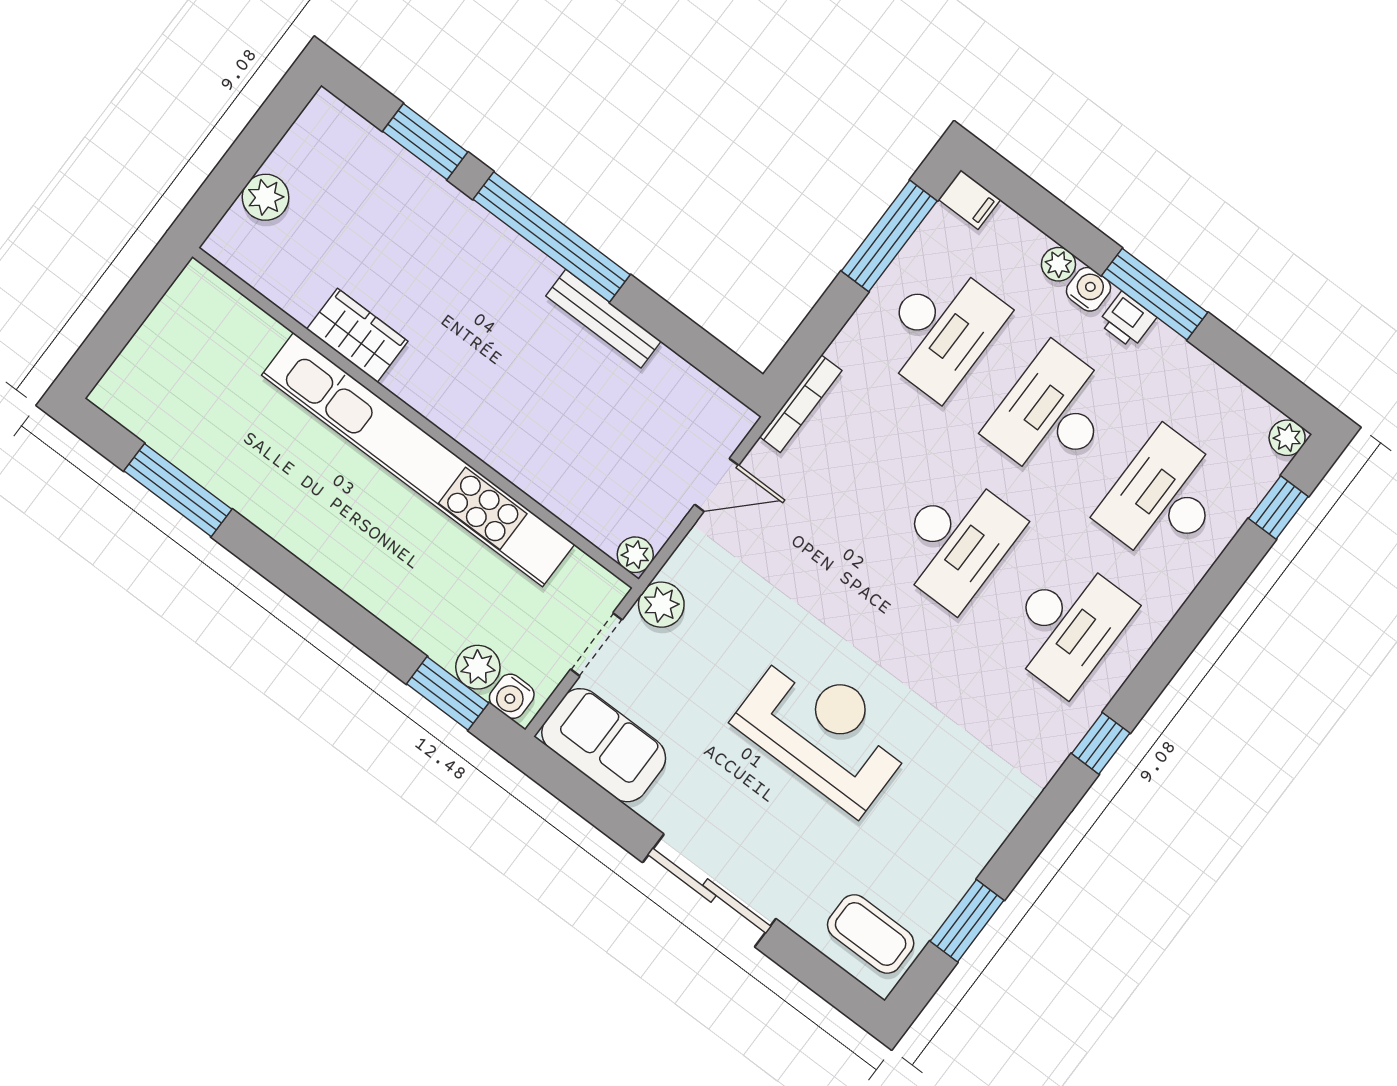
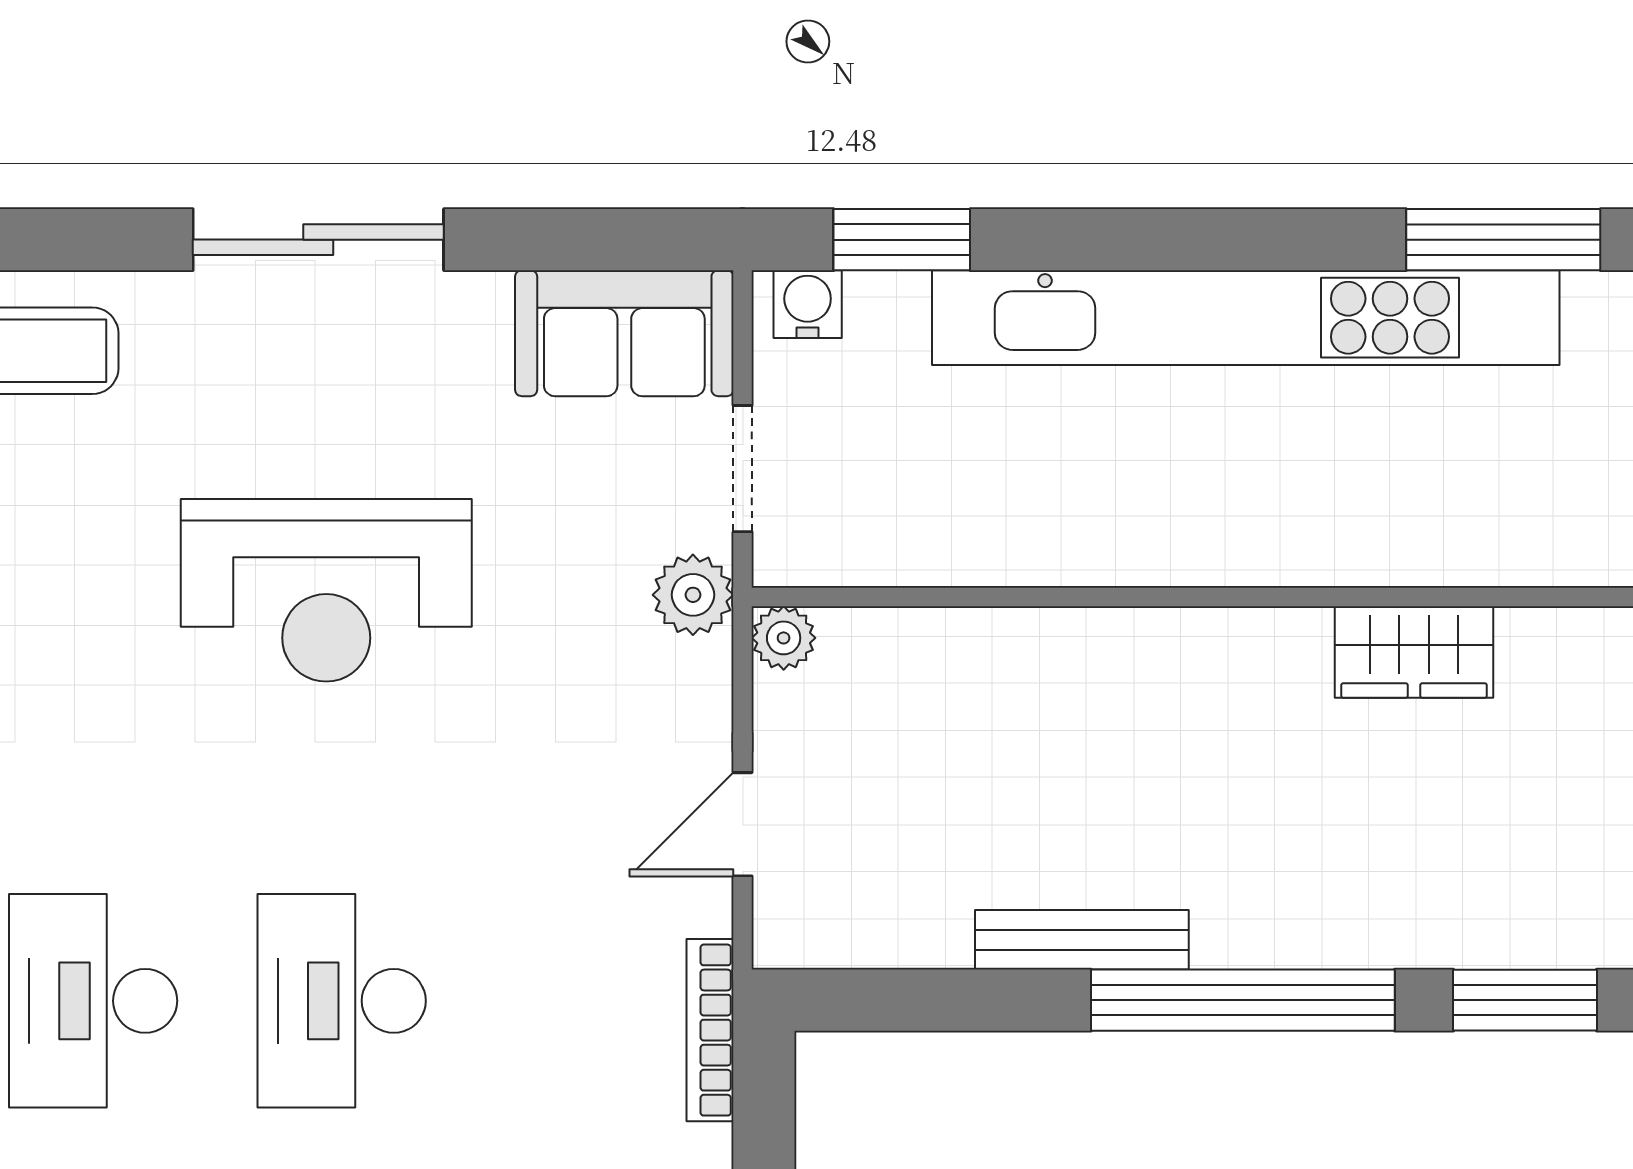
kitchen unit: (418, 460) -> (1246, 318), moved, turned 180
plant: (478, 667) -> (887, 309), removed

